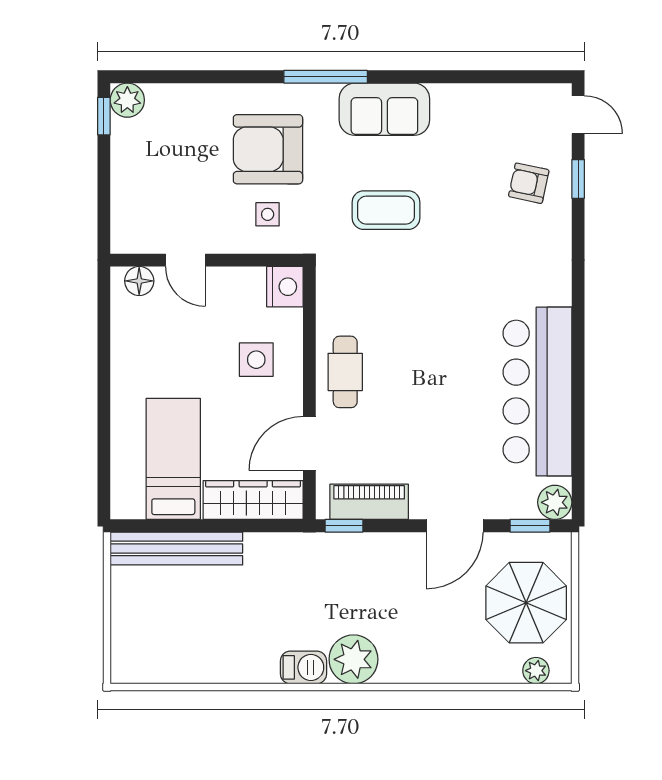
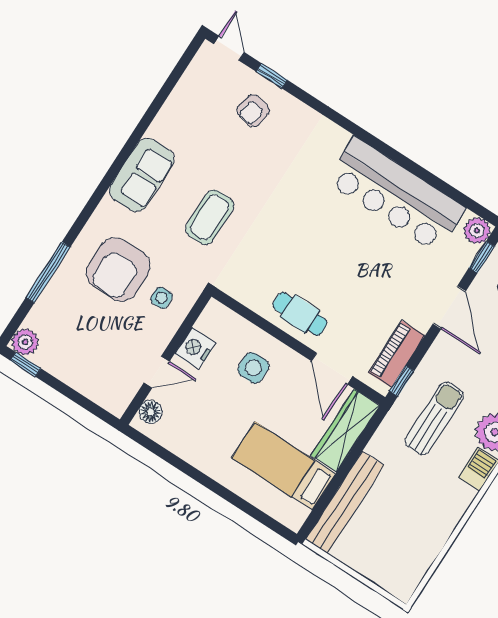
window: (326, 77) -> (48, 272), moved
door: (578, 115) -> (229, 48), hinge flipped
nightstand: (285, 287) -> (195, 348), moved, turned -90
sun lounger: (327, 586) -> (434, 418), added

